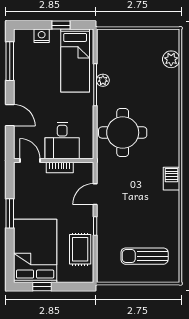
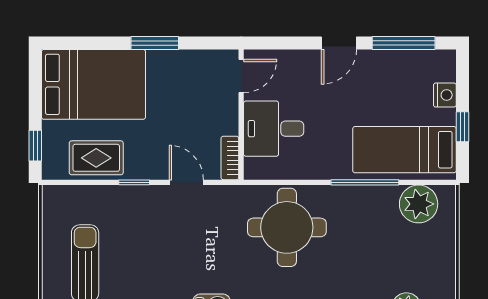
plant: (103, 80) -> (419, 204), moved, width x1.88, depth x1.88
door: (10, 115) -> (339, 43), moved
bookcase: (60, 167) -> (230, 158), moved
window: (42, 287) -> (35, 146), moved

